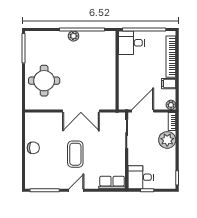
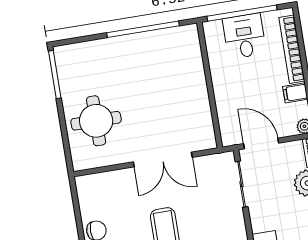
plant: (74, 36) -> (131, 42), removed
desk: (131, 43) -> (244, 36), moved, turned 90
door: (143, 111) -> (261, 143), hinge flipped

